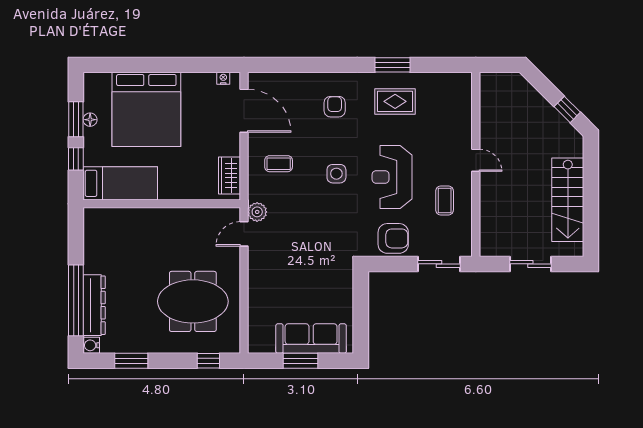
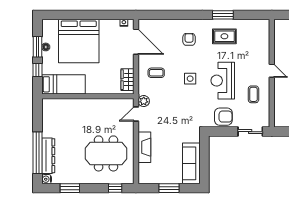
fireplace: (258, 291) -> (144, 147), added
sofa: (311, 339) -> (191, 163), moved, turned -90

